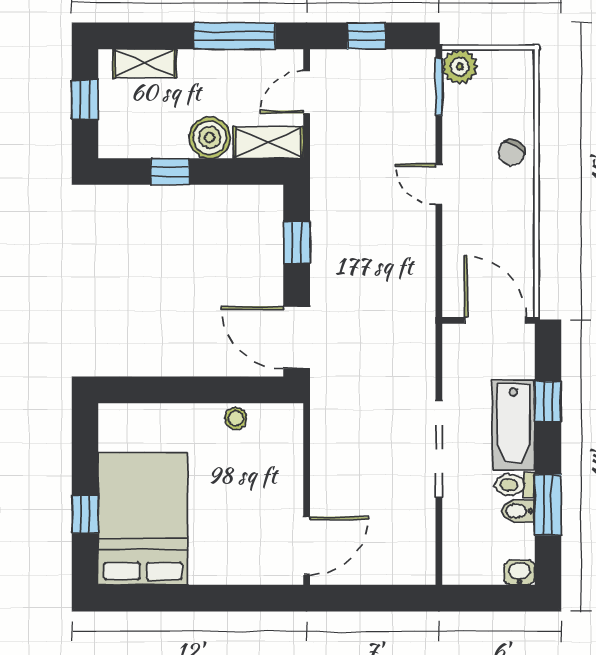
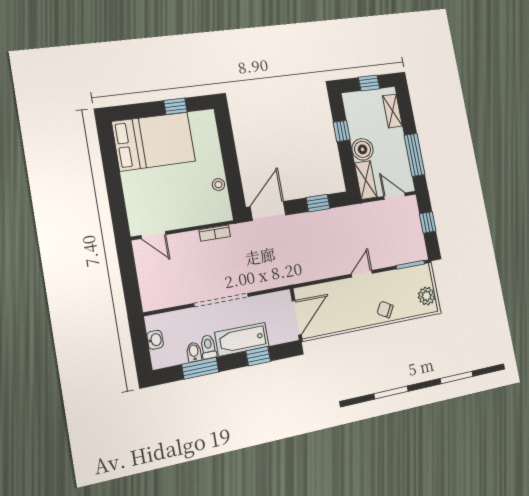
plant: (460, 67) -> (427, 296), moved
bookcase: (321, 440) -> (215, 233), added
window: (85, 514) -> (175, 106), moved
door: (307, 546) -> (153, 235), width x0.73
washbasin: (519, 572) -> (155, 340), moved

